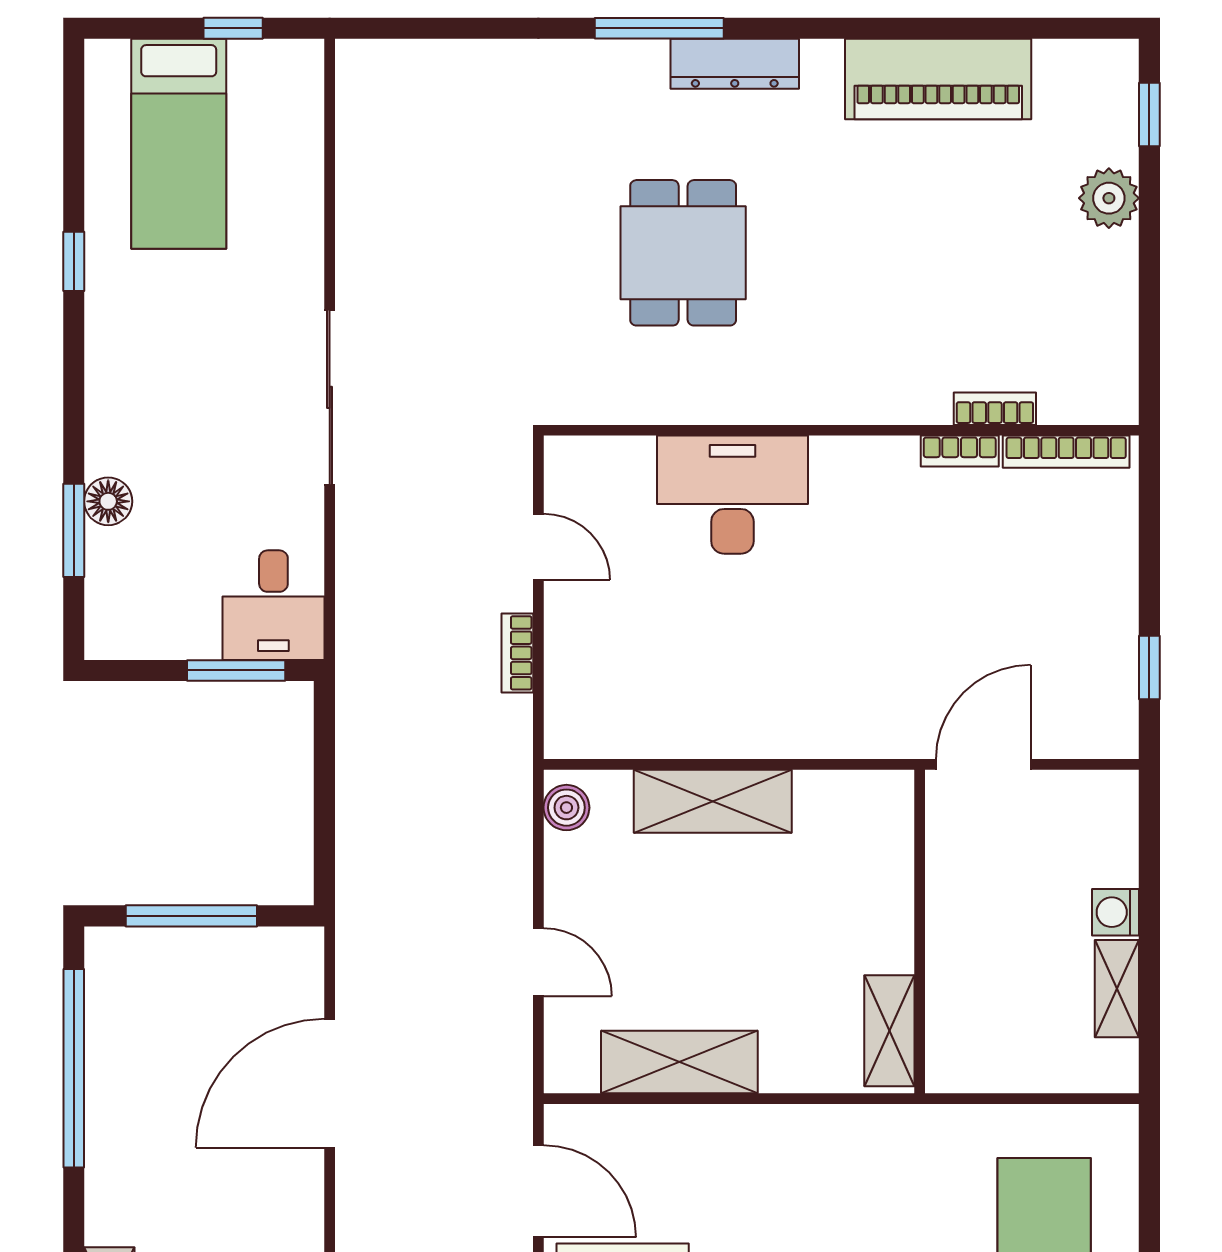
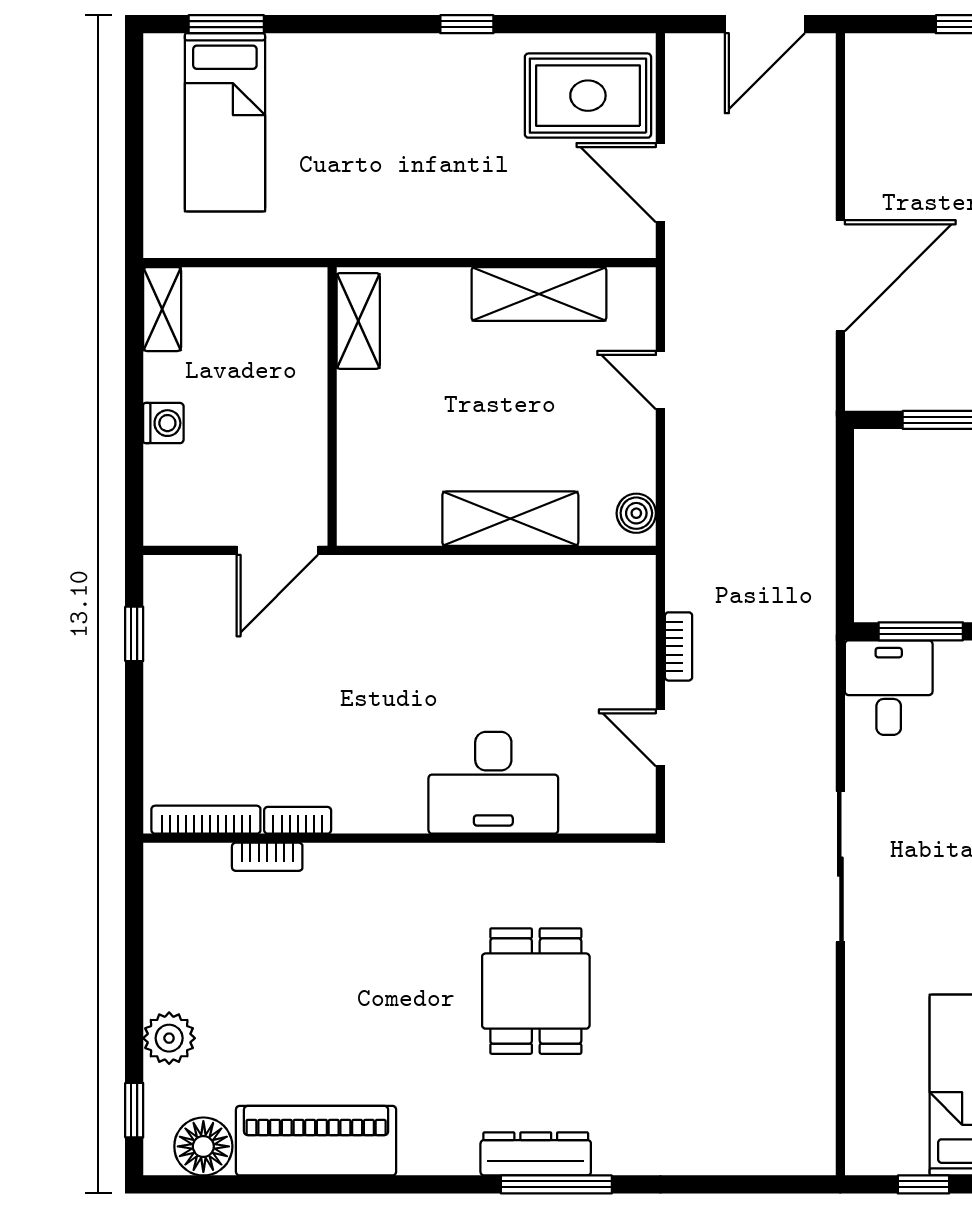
dresser: (735, 64) -> (536, 1154), moved
floor lamp: (1069, 72) -> (203, 1146), added
shelving: (1117, 989) -> (162, 309), moved

